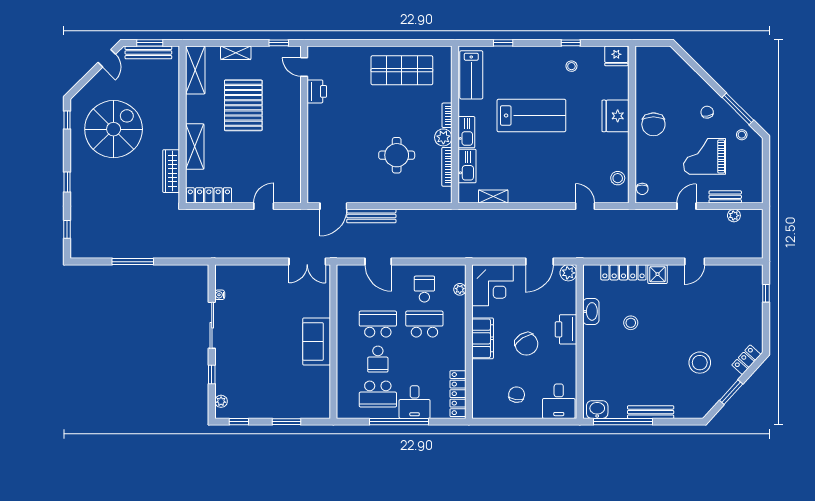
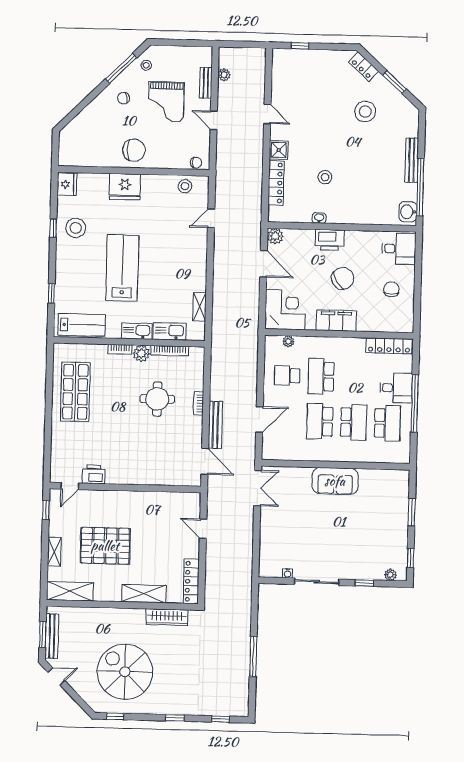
stool: (571, 66) -> (76, 228), width x1.89, depth x1.89
bookcase: (393, 198) -> (199, 403), added
washbasin: (591, 311) -> (319, 218), width x0.52, depth x0.69
school desk: (378, 359) -> (354, 422), width x1.85
chair: (517, 395) -> (391, 289), turned 82

